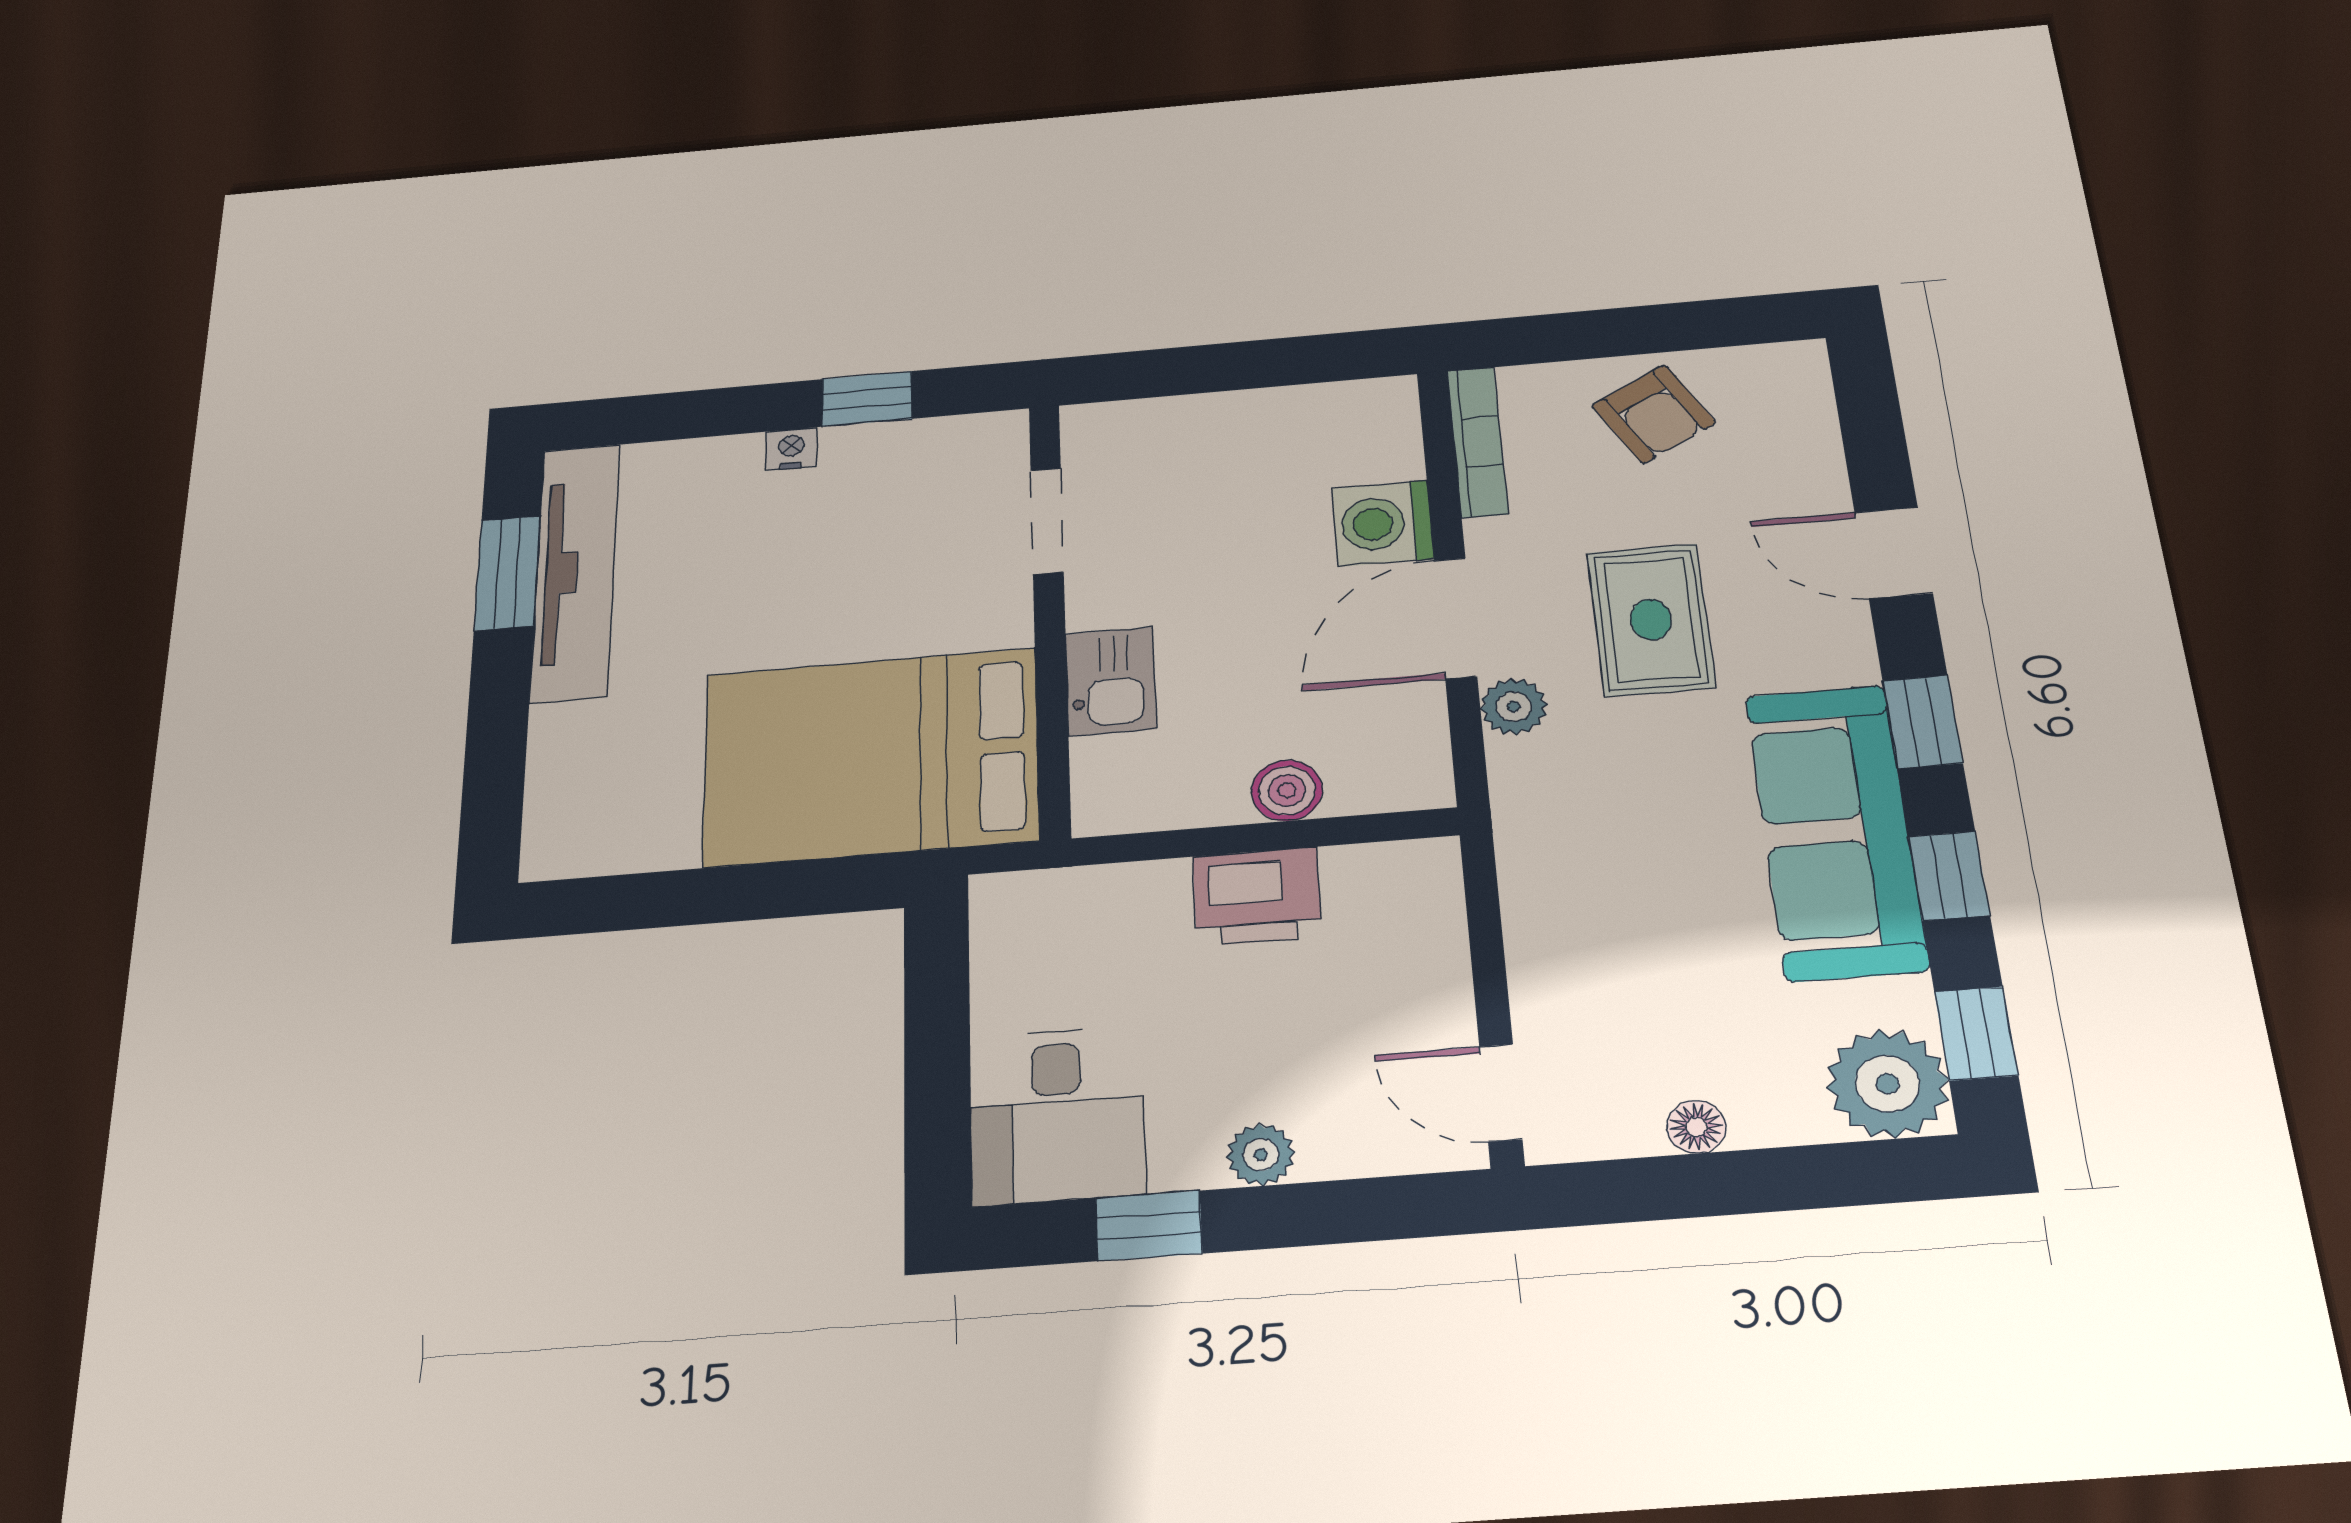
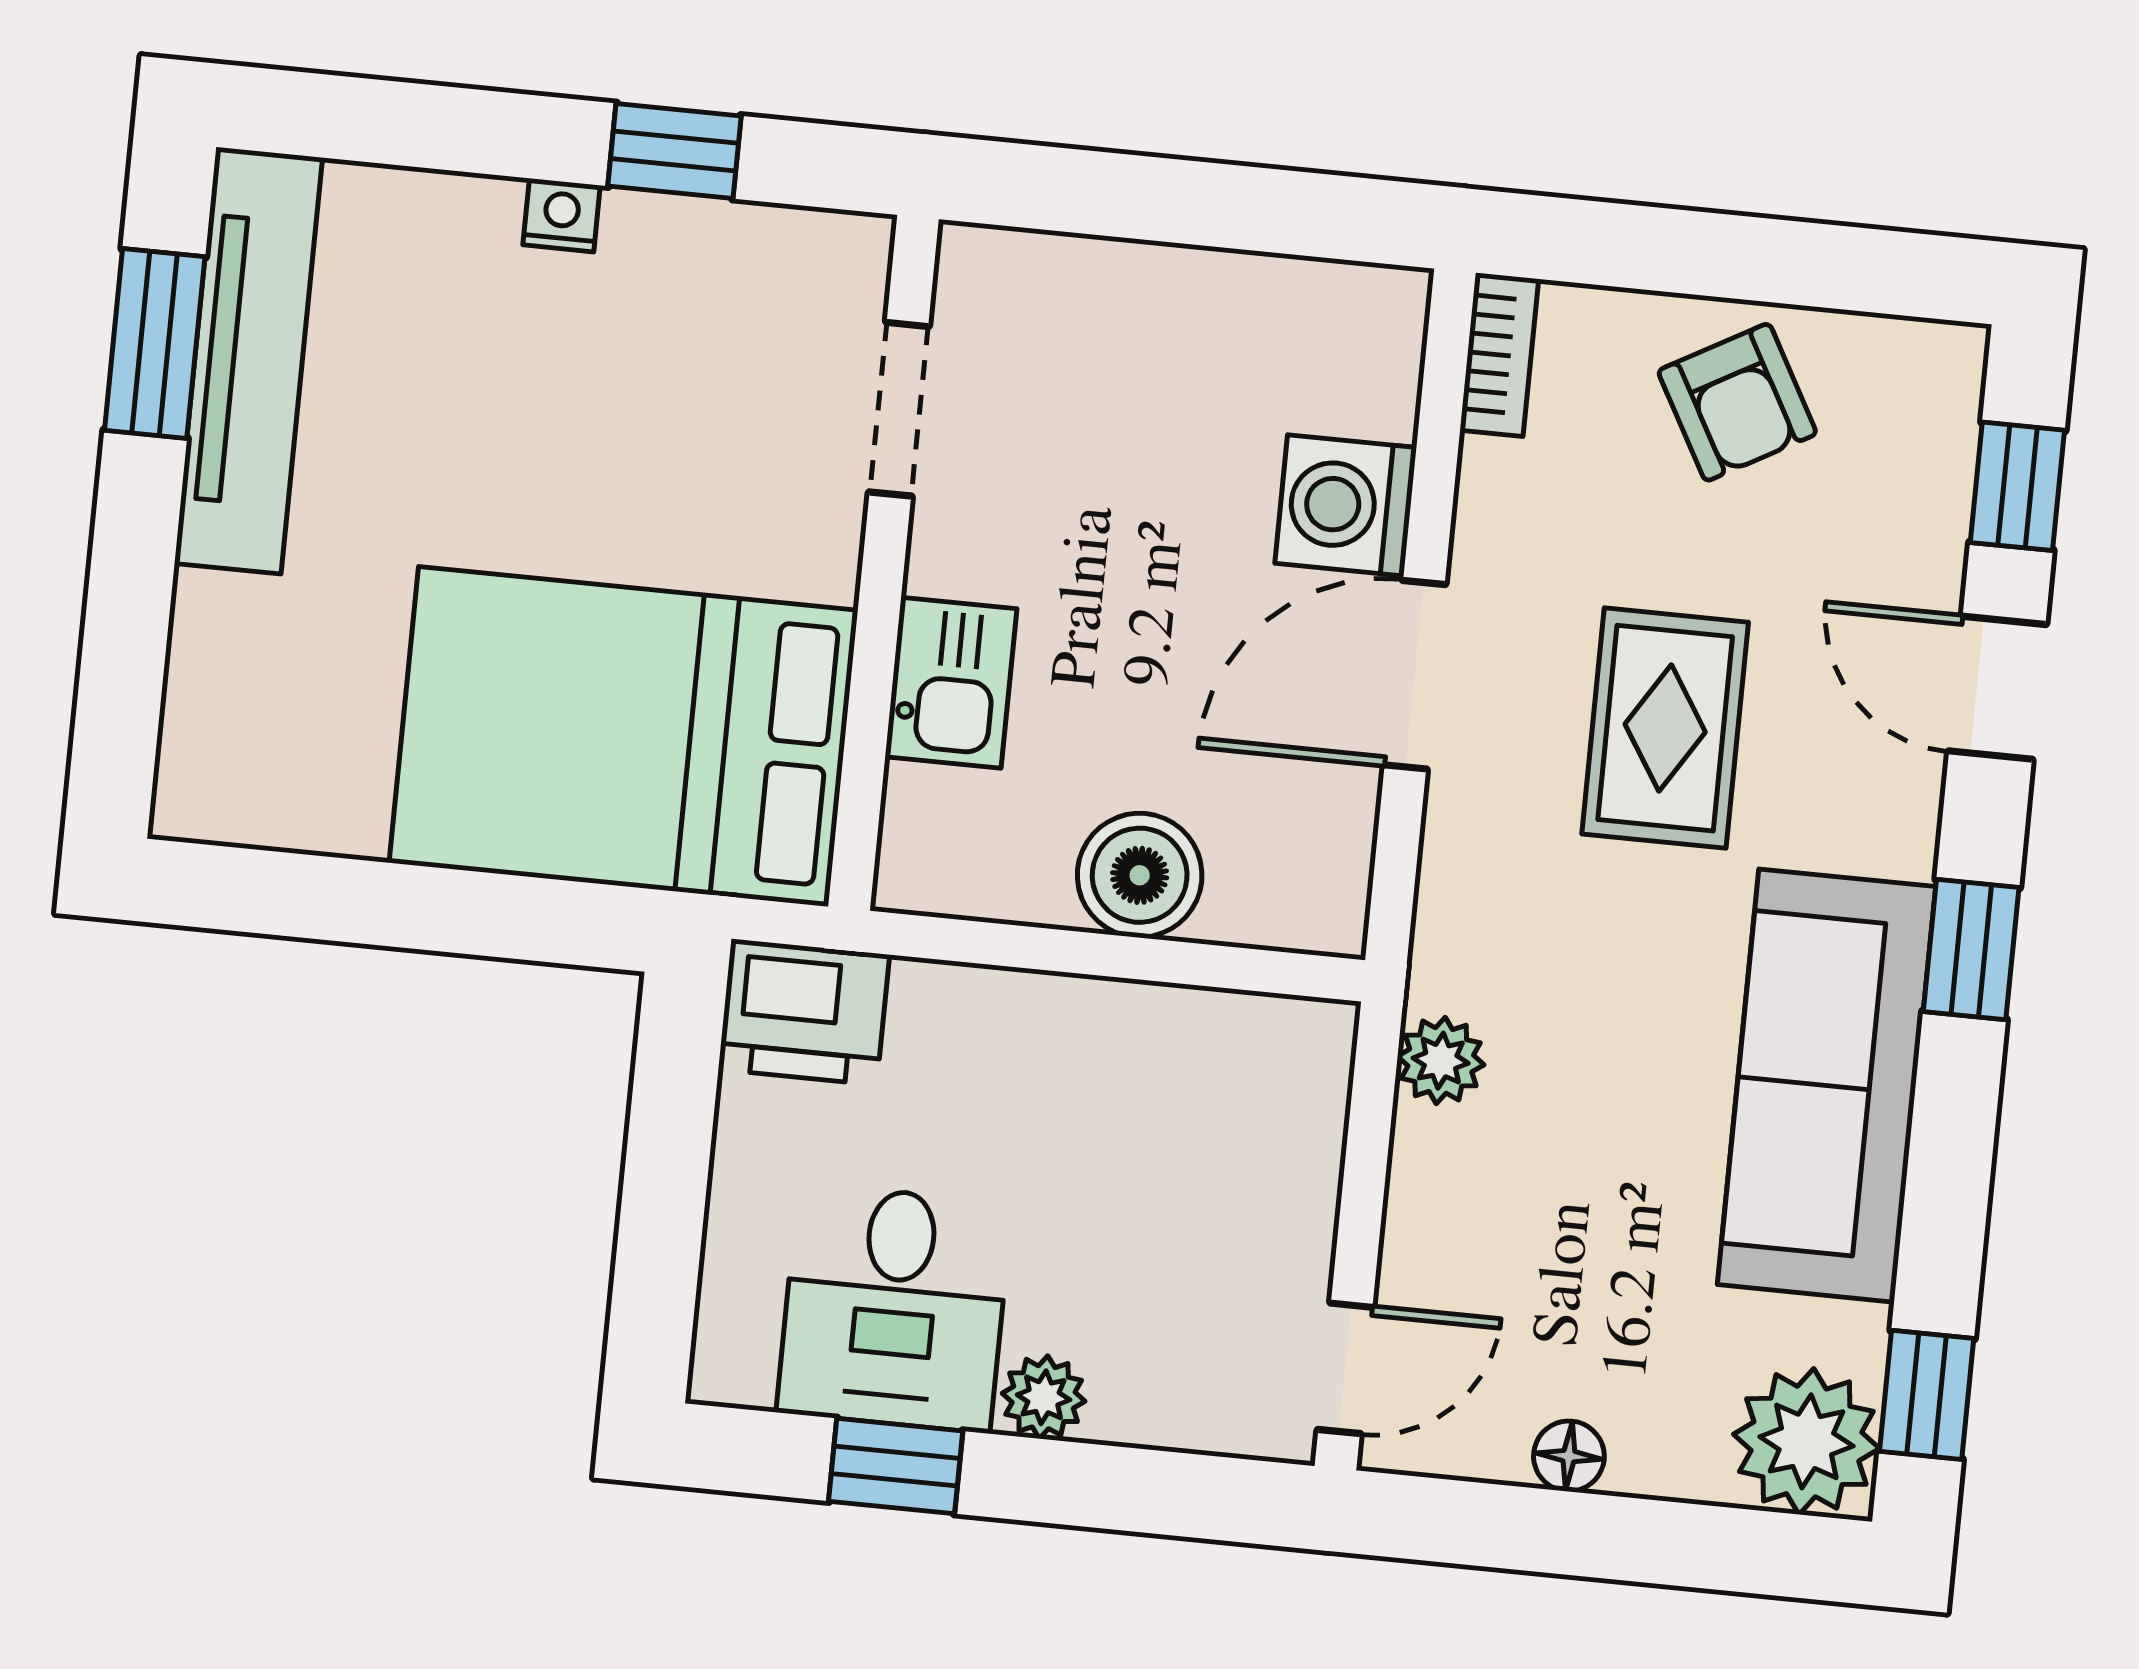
bookcase: (1478, 442) -> (1499, 355), width x0.64
plant: (1514, 707) -> (1441, 1061), moved
boiler: (1287, 790) -> (1140, 875), width x1.36, depth x1.36
window: (1949, 876) -> (2017, 486), moved
printer: (1257, 897) -> (804, 1012), moved
door: (1501, 1093) -> (1345, 1368), swing flipped
desk: (1057, 1115) -> (894, 1308), moved

